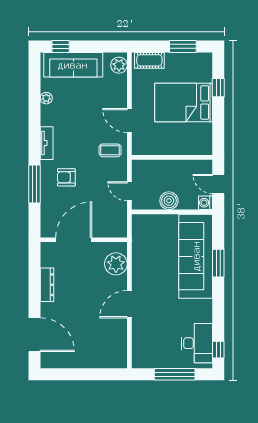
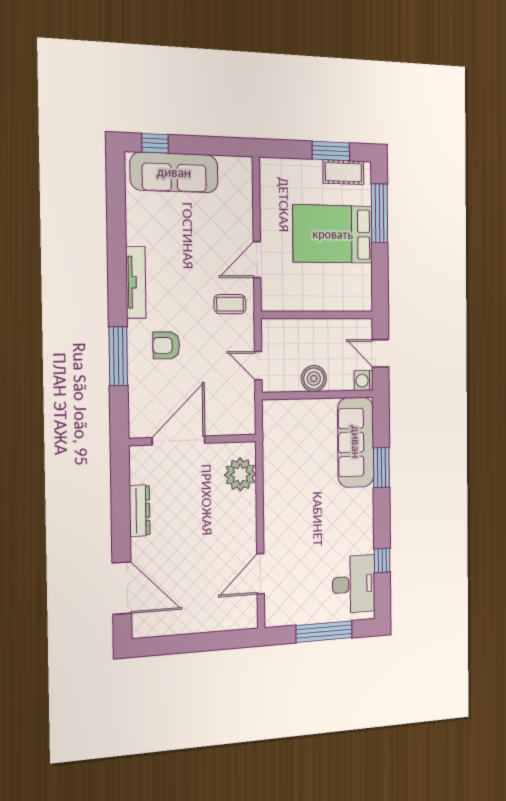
cot: (149, 60) -> (343, 172), moved
plant: (119, 65) -> (241, 176), removed
window: (218, 88) -> (379, 213), width x2.17
plant: (46, 98) -> (134, 223), removed
door: (129, 121) -> (257, 260), hinge flipped
tv unit: (47, 143) -> (136, 282), width x1.41
sofa: (196, 256) -> (356, 442), width x0.74, depth x0.79
door: (129, 304) -> (261, 574), moved
window: (218, 350) -> (382, 560), moved

